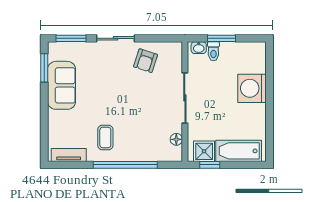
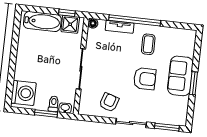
window: (44, 68) -> (194, 83), moved
sofa: (62, 85) -> (180, 76), moved
washing machine: (252, 88) -> (23, 93), moved
armchair: (105, 95) -> (145, 79), added
floor lamp: (176, 139) -> (93, 23), moved
tv unit: (69, 155) -> (120, 27), moved

